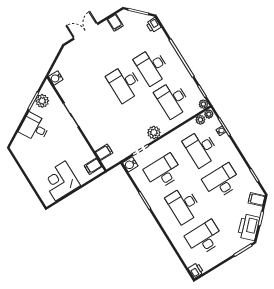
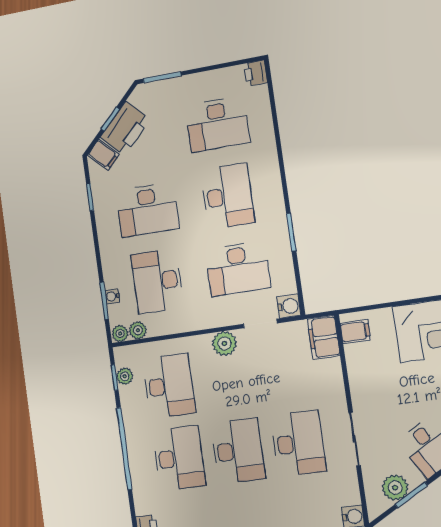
desk: (97, 101) -> (298, 443), added
plant: (203, 104) -> (125, 376), moved
desk: (201, 148) -> (157, 281), turned 180
filing cabinet: (104, 152) -> (324, 337), width x2.00
printer: (249, 227) -> (125, 128), moved

